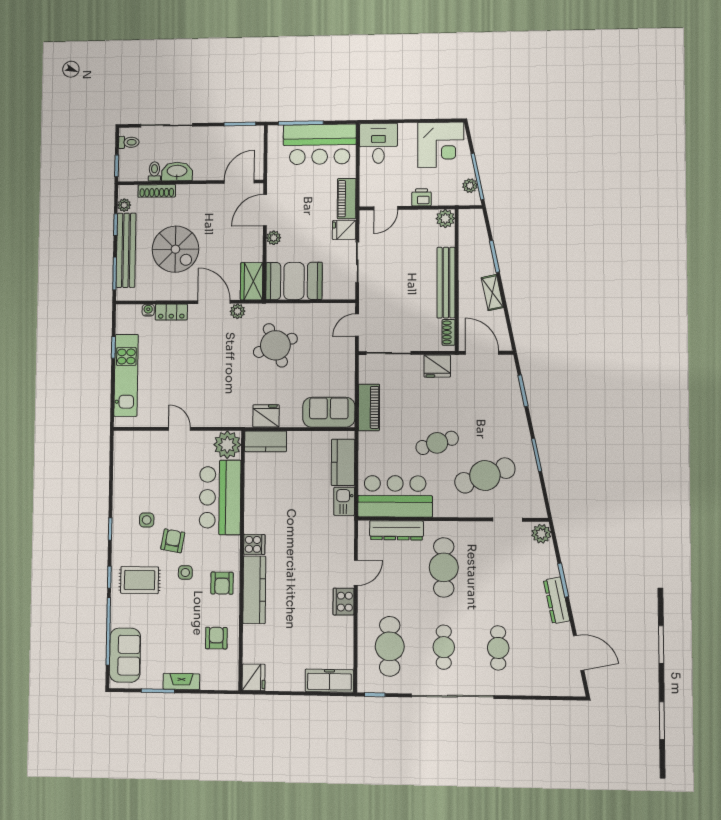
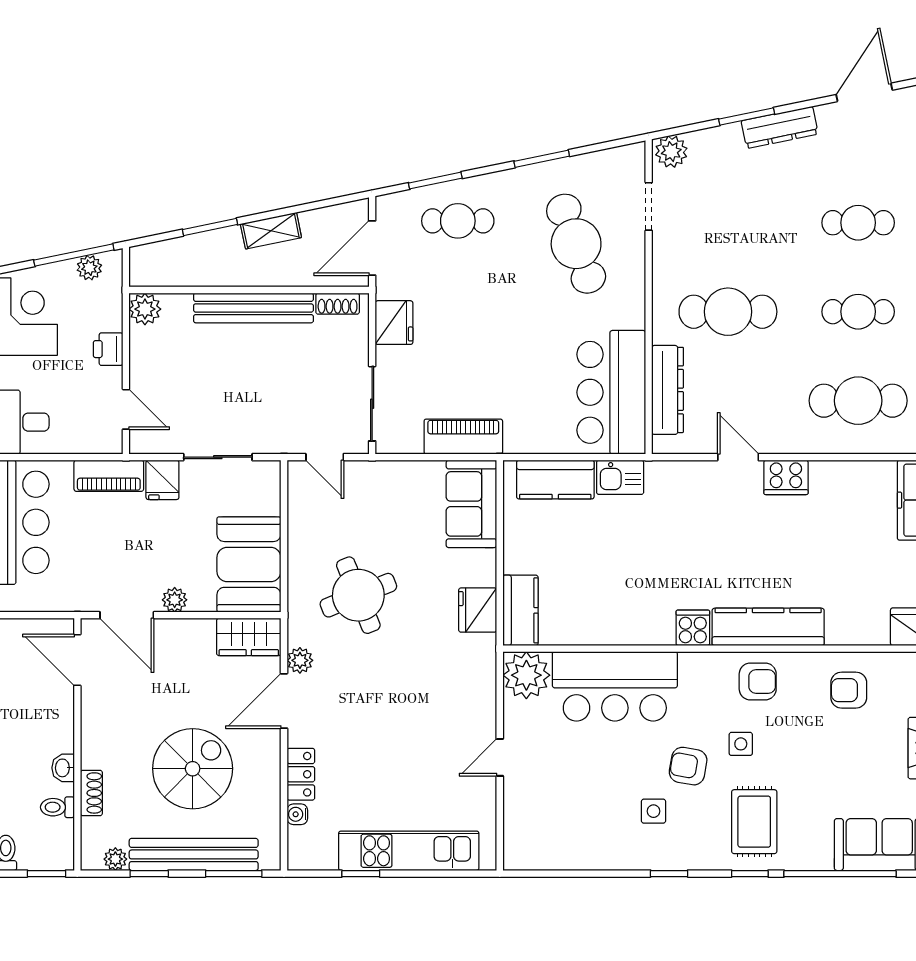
washbasin: (177, 172) -> (63, 768), width x0.52, depth x0.69
shoe rack: (157, 191) -> (91, 793), width x0.70
cafe table: (437, 443) -> (458, 221), moved, turned -72

